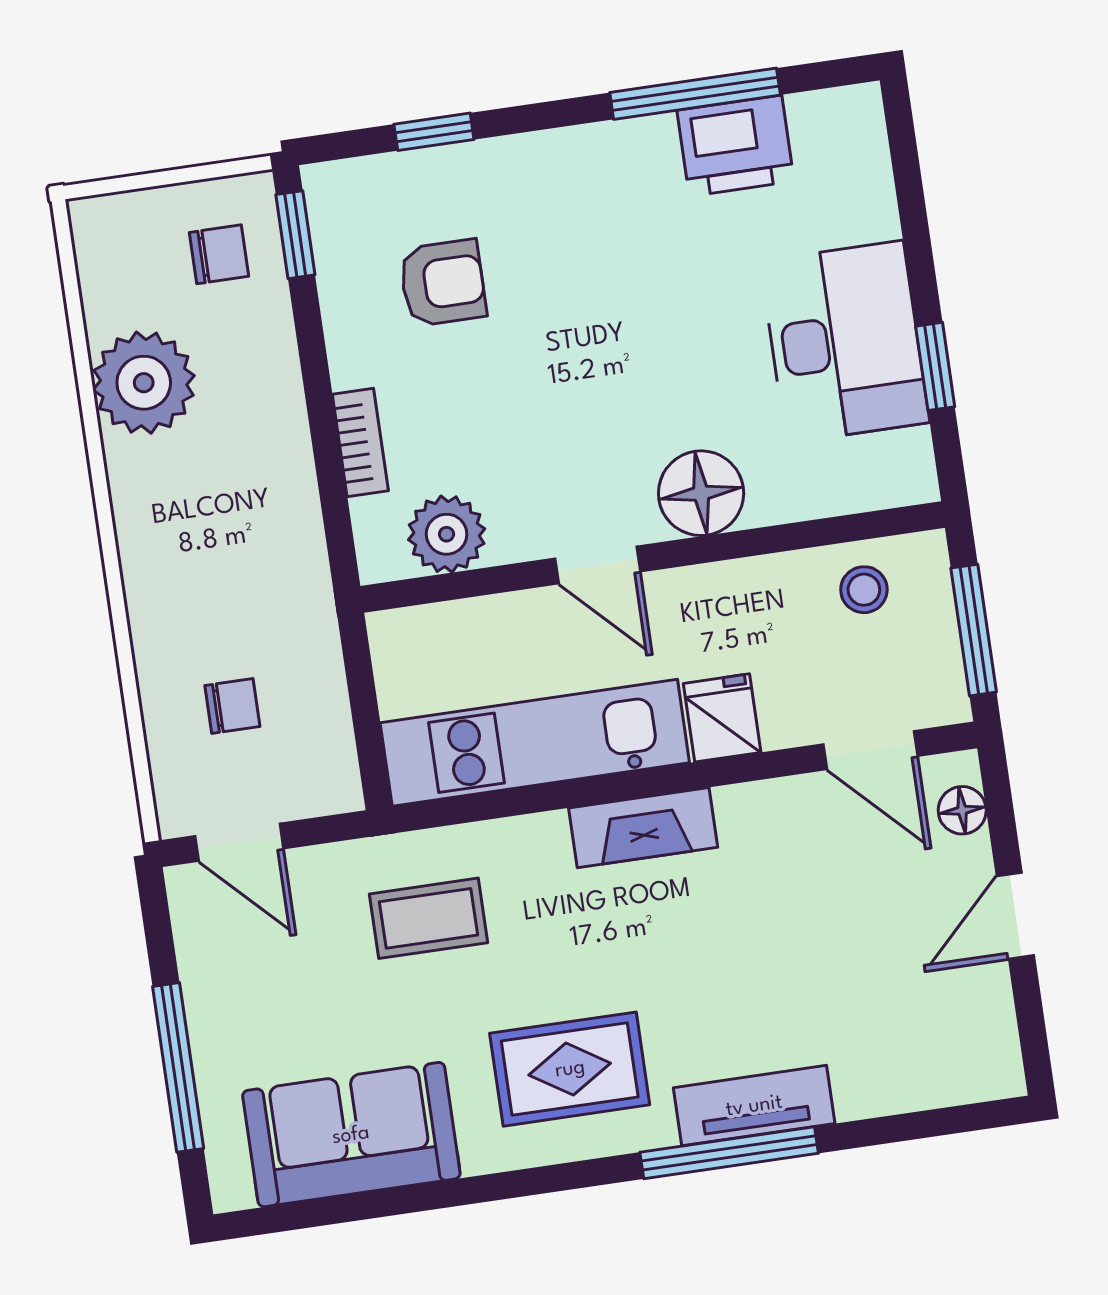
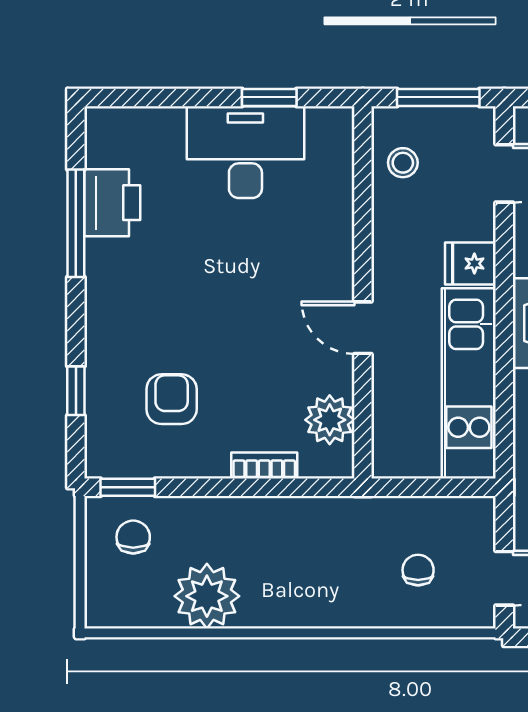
floor lamp: (701, 493) -> (327, 256), removed
door: (598, 565) -> (363, 328), swing flipped

